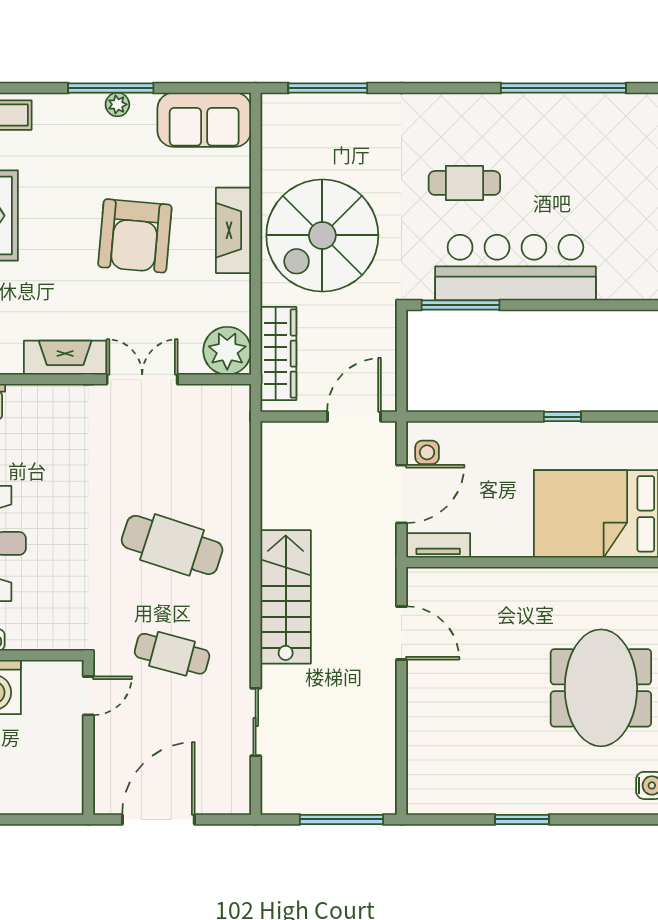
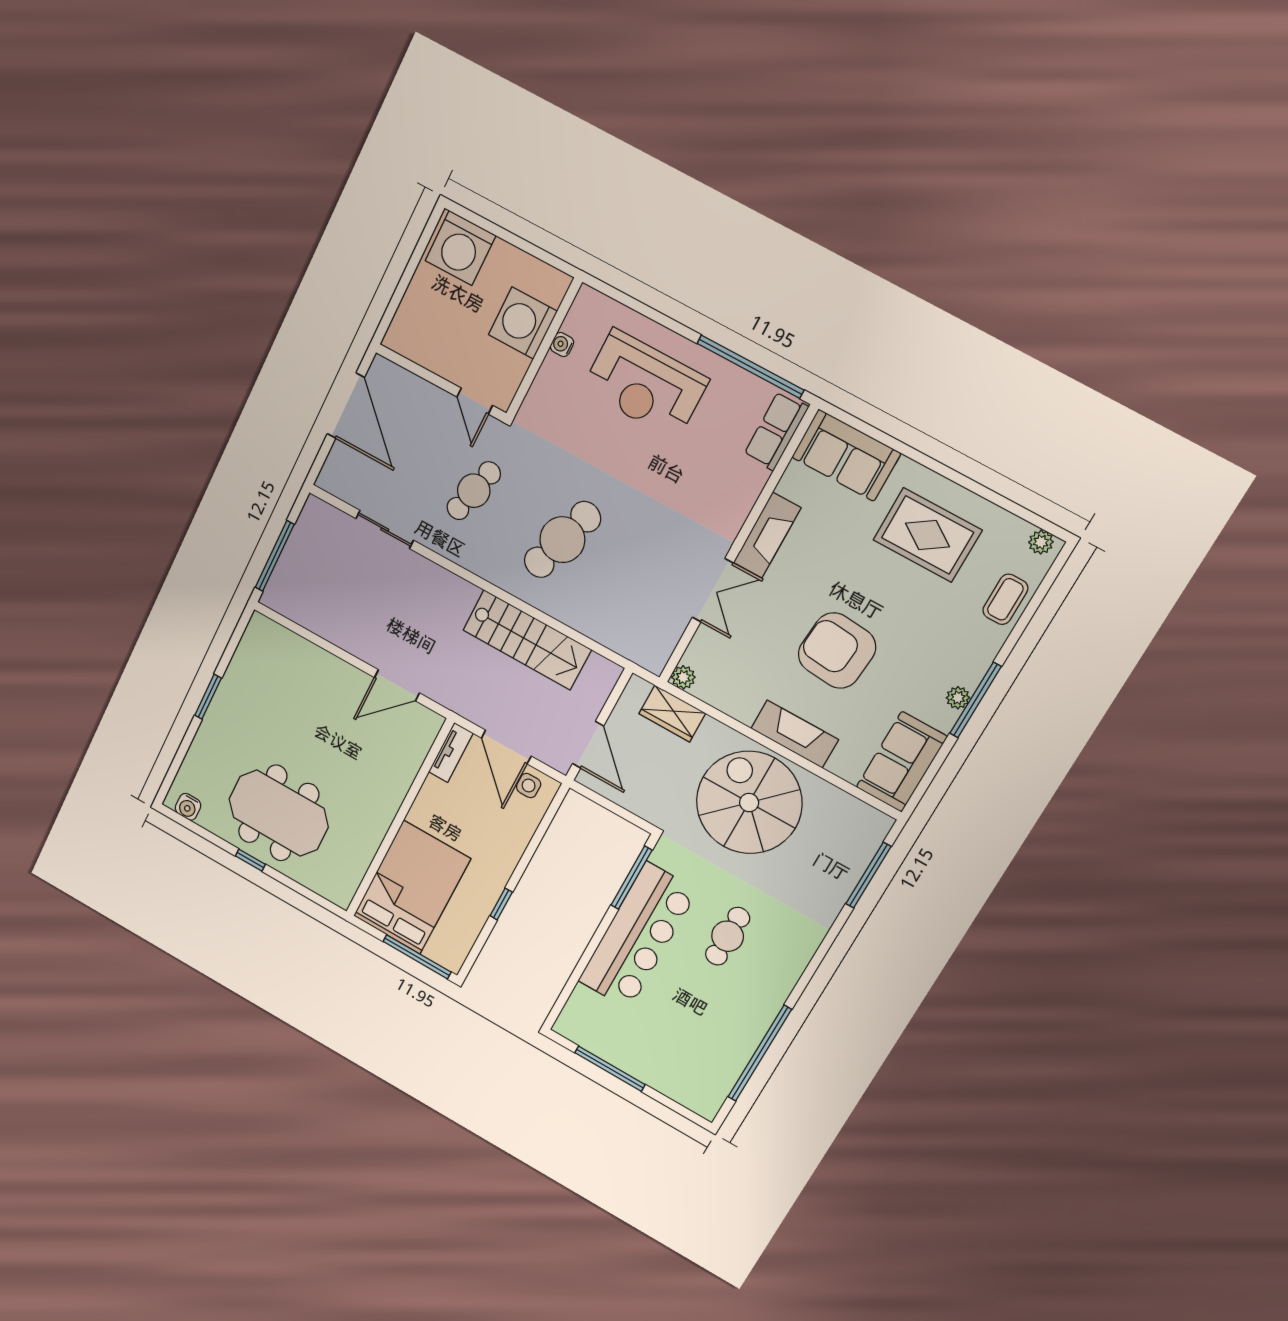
plant: (227, 351) -> (683, 677), width x0.53, depth x0.53
wardrobe: (278, 354) -> (672, 713), width x0.67
stairs: (286, 597) -> (527, 640), moved

